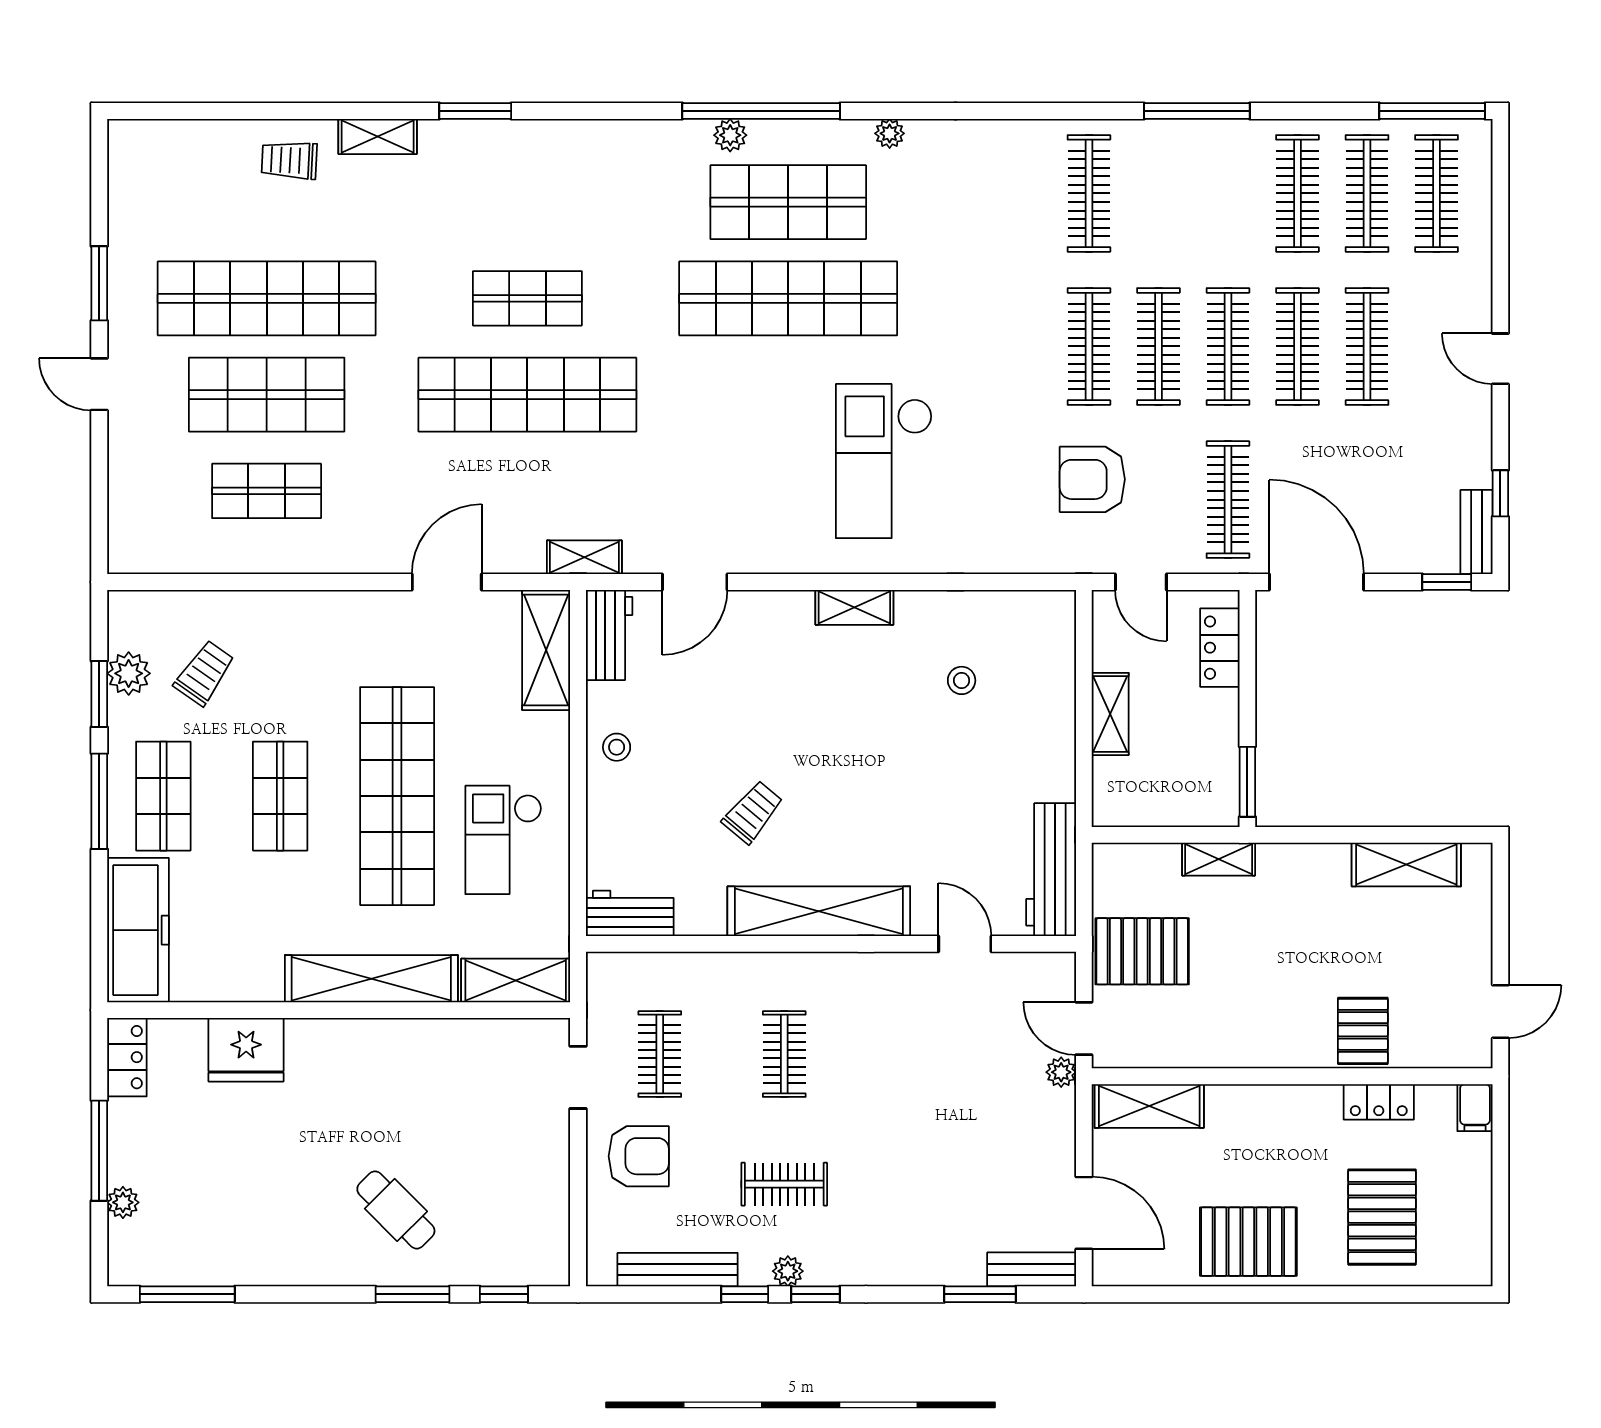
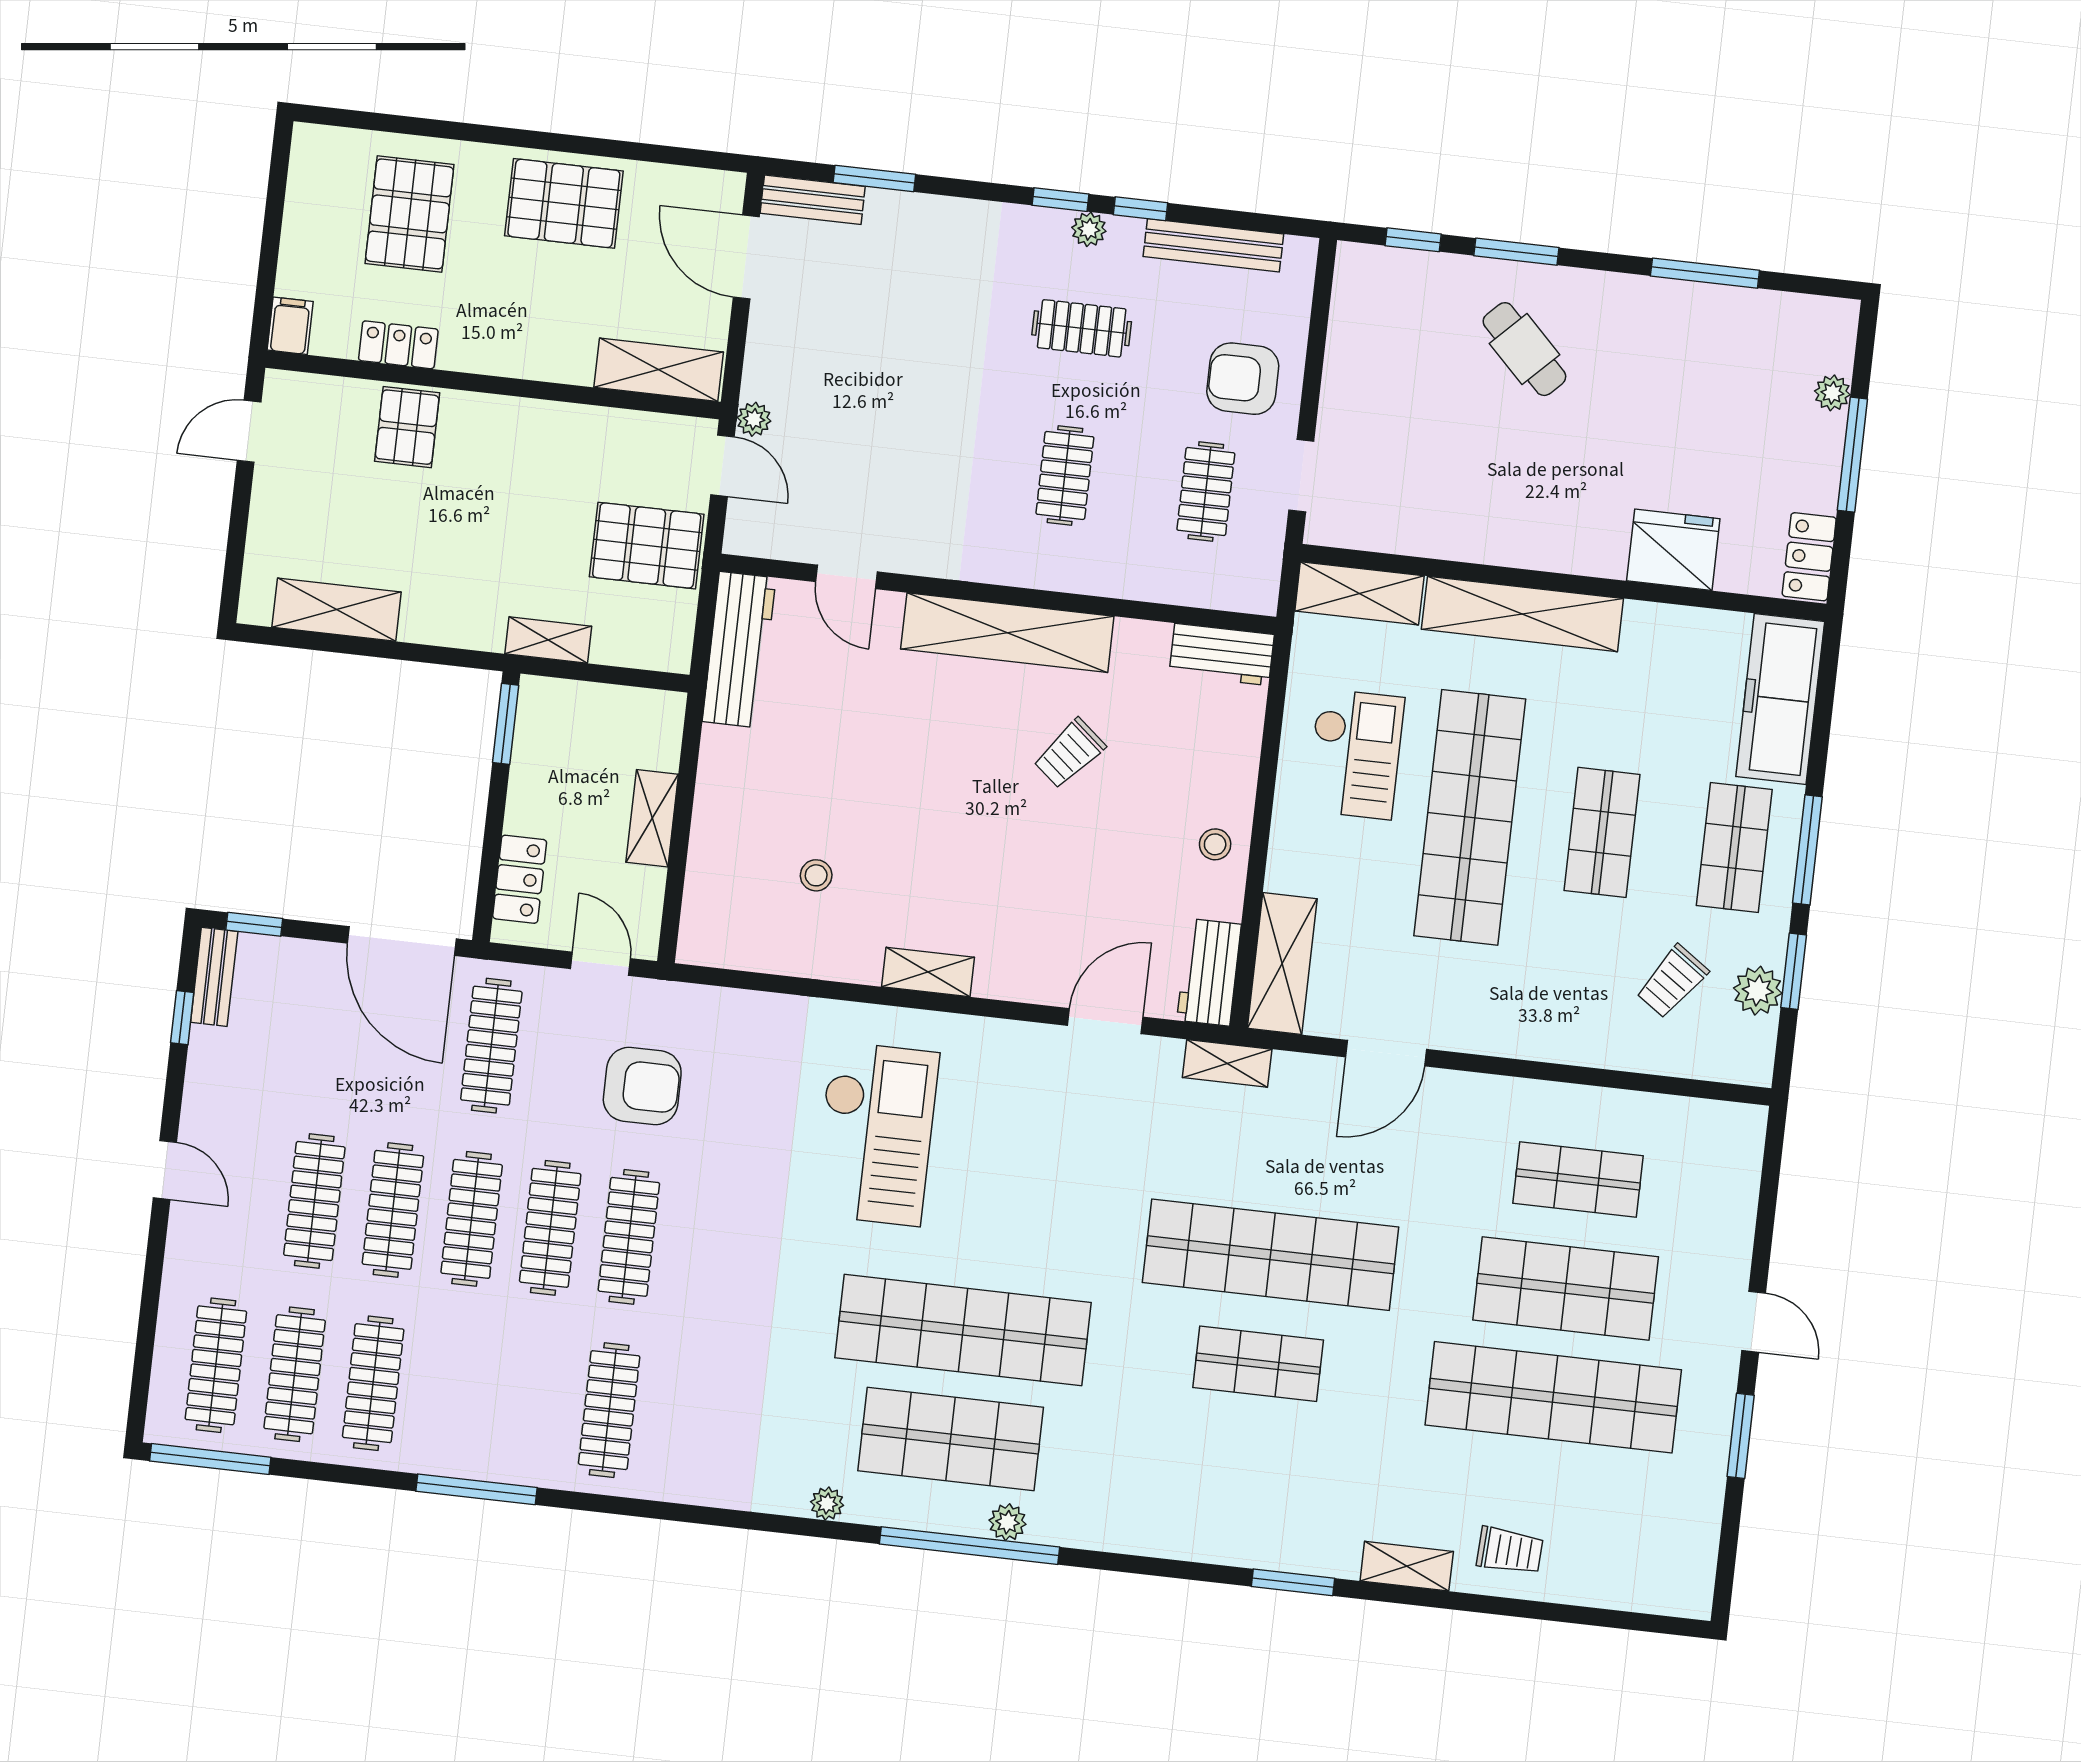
window: (187, 1294) -> (1705, 273), moved

